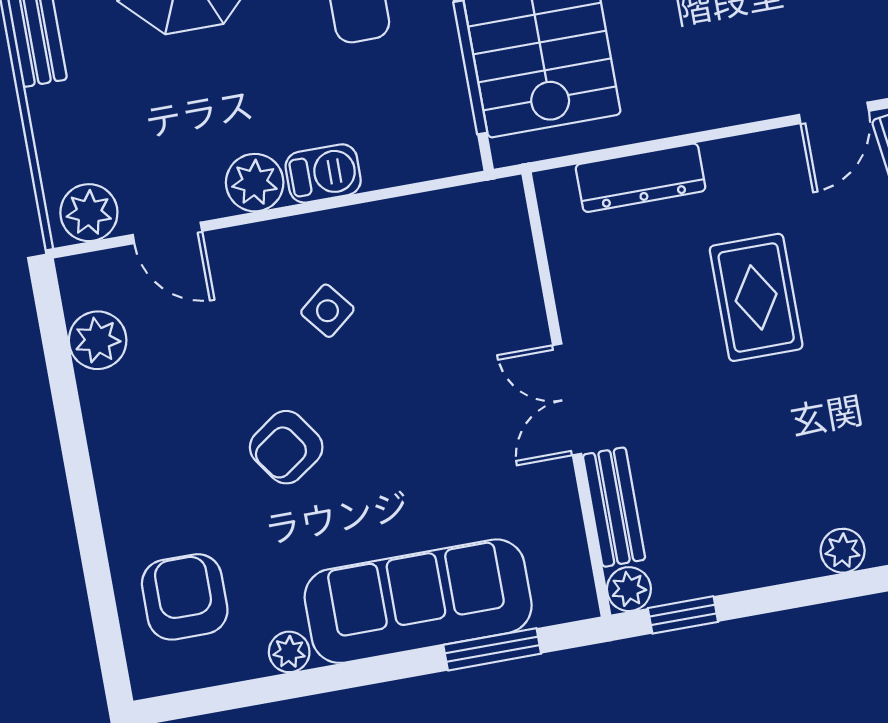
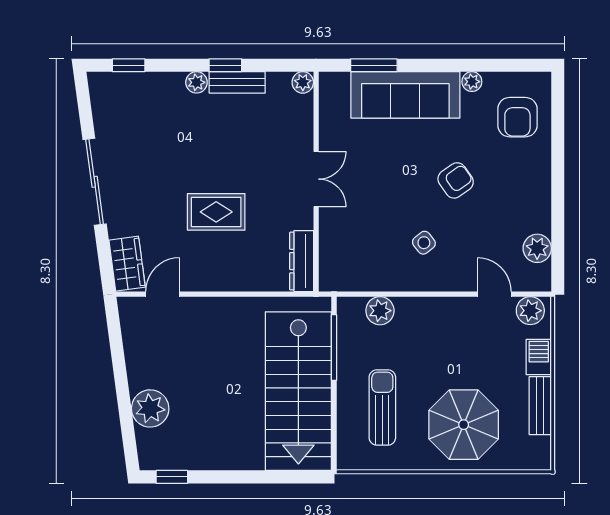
barbecue: (323, 173) -> (539, 357), moved, turned 90
dresser: (641, 178) -> (302, 261), moved, turned -90
plant: (255, 183) -> (380, 311), moved
rug: (756, 297) -> (216, 212), turned 90
bench: (614, 507) -> (237, 82), moved, turned 90
window: (683, 615) -> (225, 65), moved

